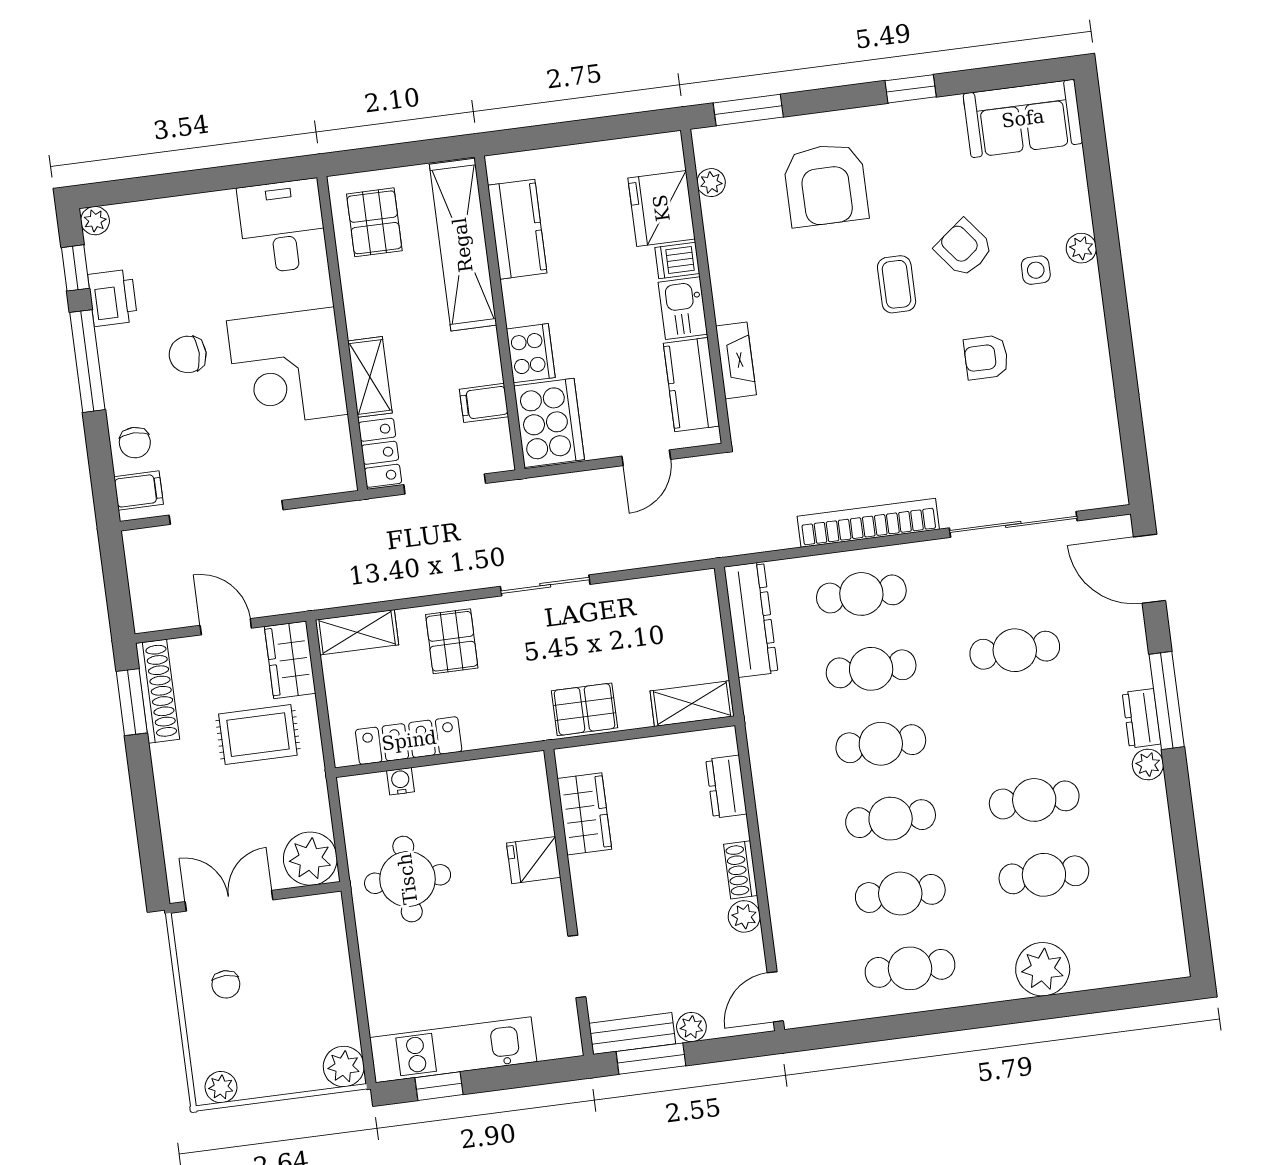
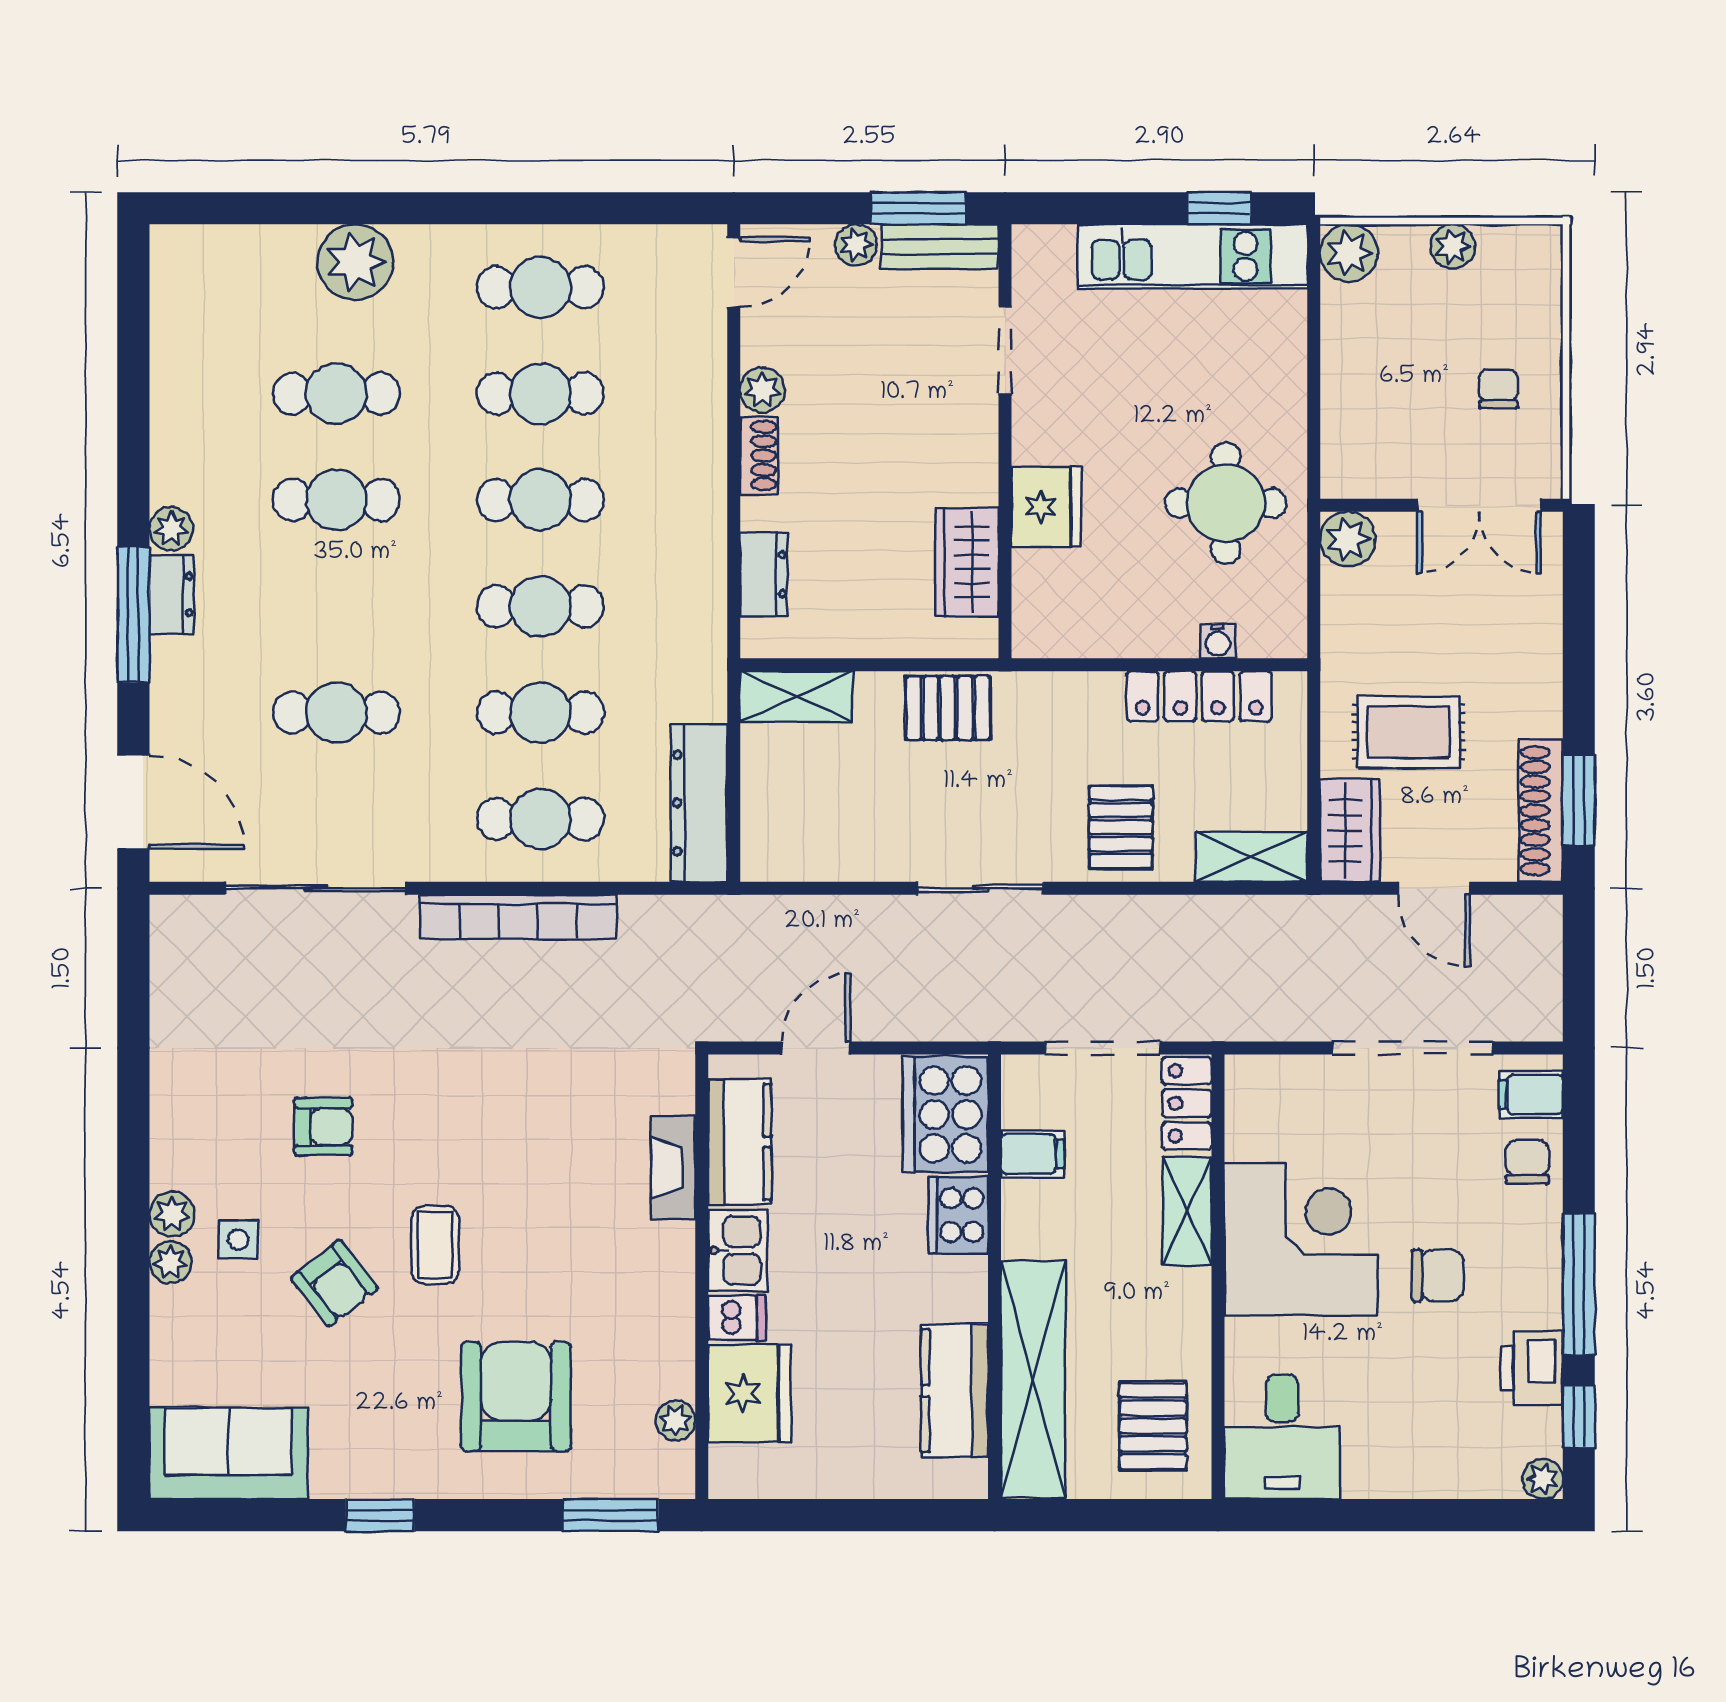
plant: (1085, 282) -> (172, 1214), added
plant: (310, 859) -> (1348, 539), width x0.73, depth x0.73
fridge: (534, 860) -> (1046, 507), width x1.38
plant: (221, 1087) -> (1453, 246), moved

